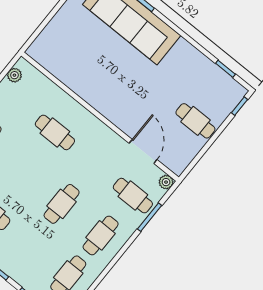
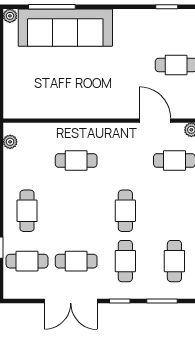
cafe table: (101, 235) -> (125, 261), moved

